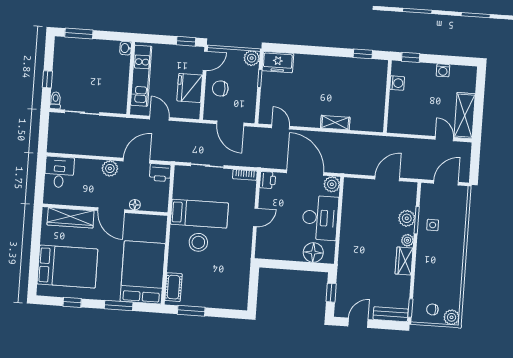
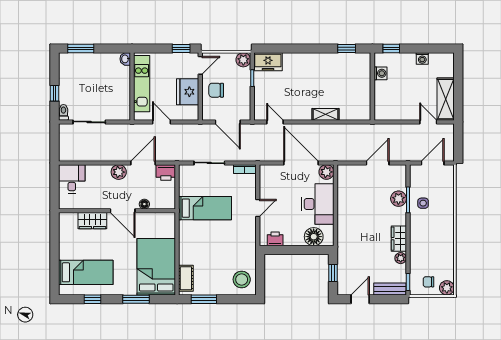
printer: (268, 180) -> (275, 239), moved, turned -90
wardrobe: (71, 218) -> (92, 221), width x0.67
plant: (407, 240) -> (401, 258), moved
stool: (198, 242) -> (242, 279), moved
bed: (67, 267) -> (86, 272), width x0.67

